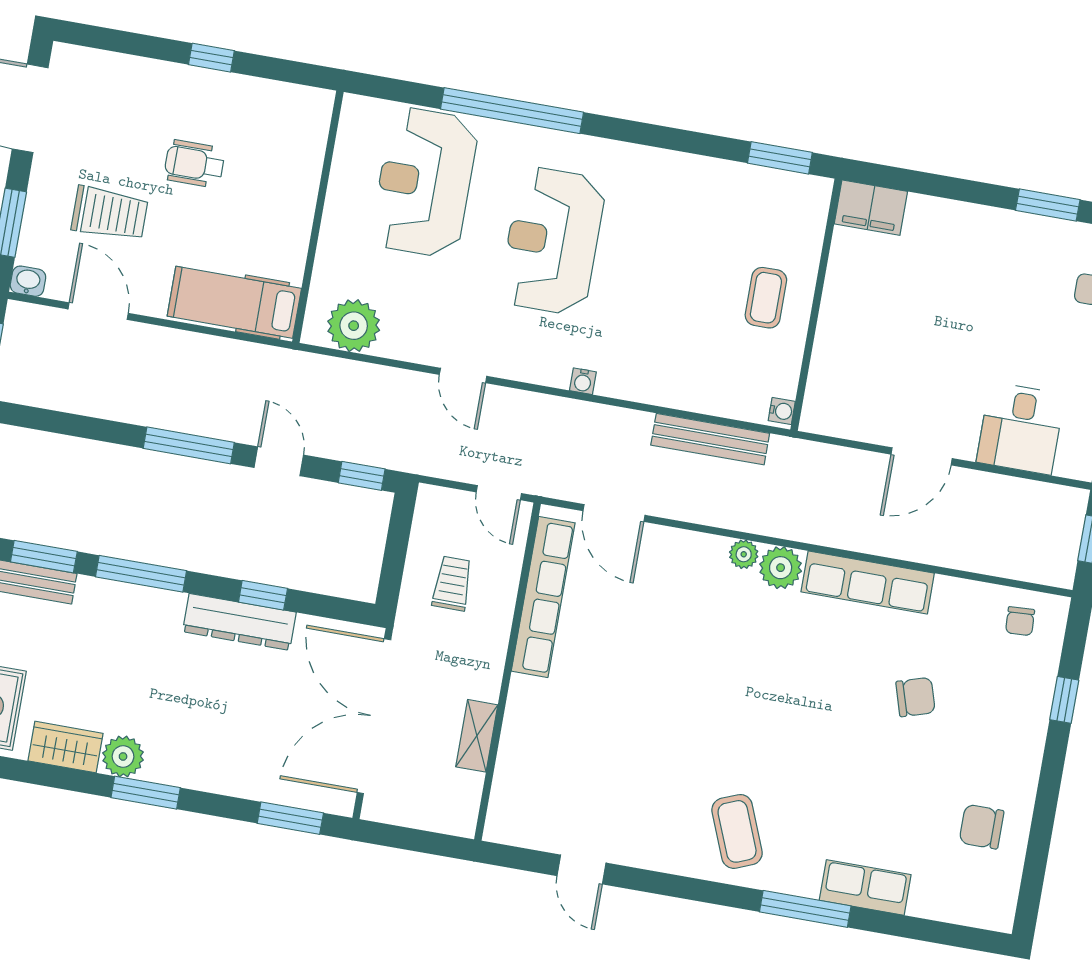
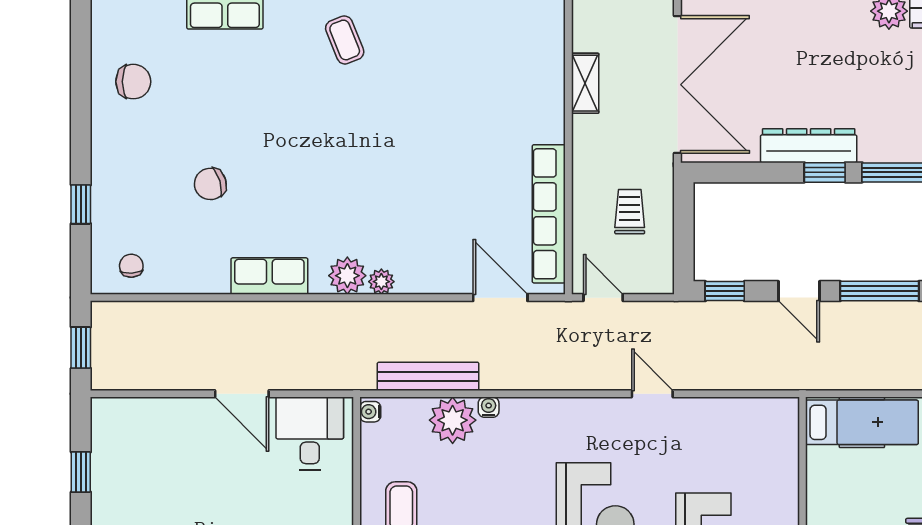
plant: (354, 326) -> (453, 420), moved
water cooler: (583, 381) -> (489, 407), moved
desk: (1021, 428) -> (310, 433), moved
door: (922, 456) -> (242, 394), swing flipped
trolley: (452, 583) -> (630, 212), turned 180
row of seats: (868, 583) -> (269, 276), width x0.68
window: (263, 595) -> (825, 172), moved
coffee table: (737, 831) -> (345, 40), width x0.73, depth x0.77

